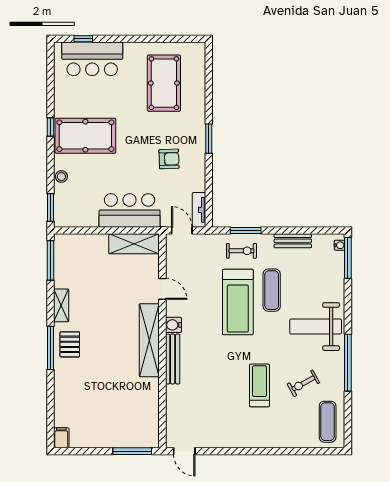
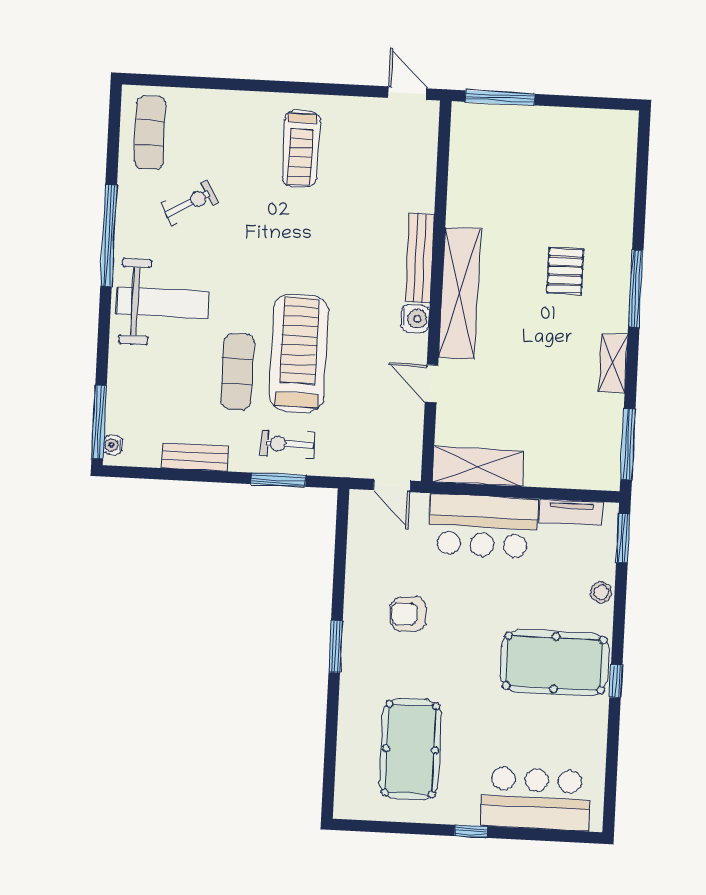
window: (83, 39) -> (471, 831), moved
tv unit: (199, 210) -> (571, 512), moved, turned 90
pallet: (70, 344) -> (565, 271), moved
treadmill: (260, 385) -> (301, 149), moved
filing cabinet: (61, 438) -> (625, 128), removed

